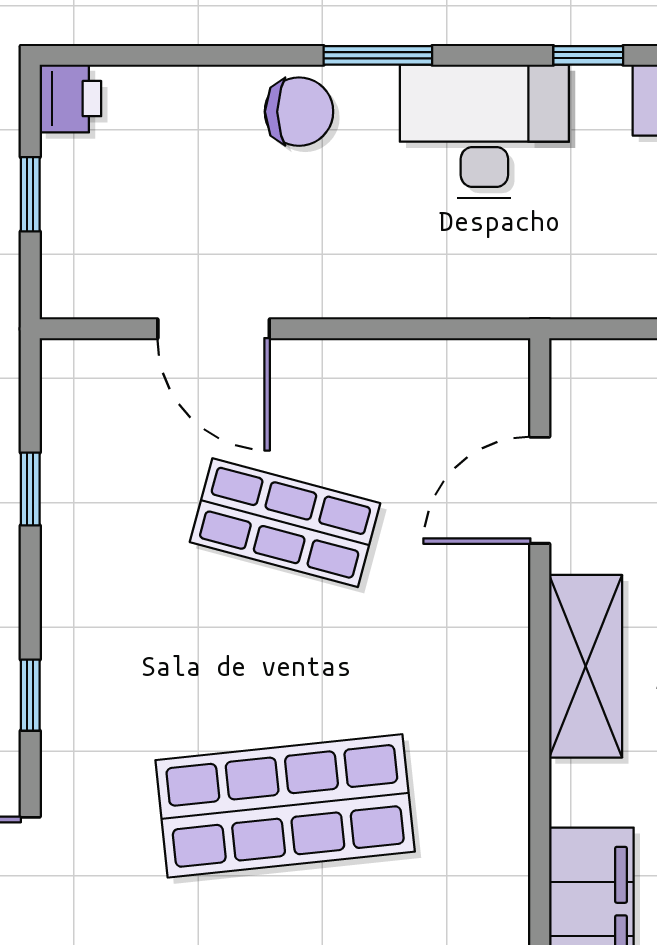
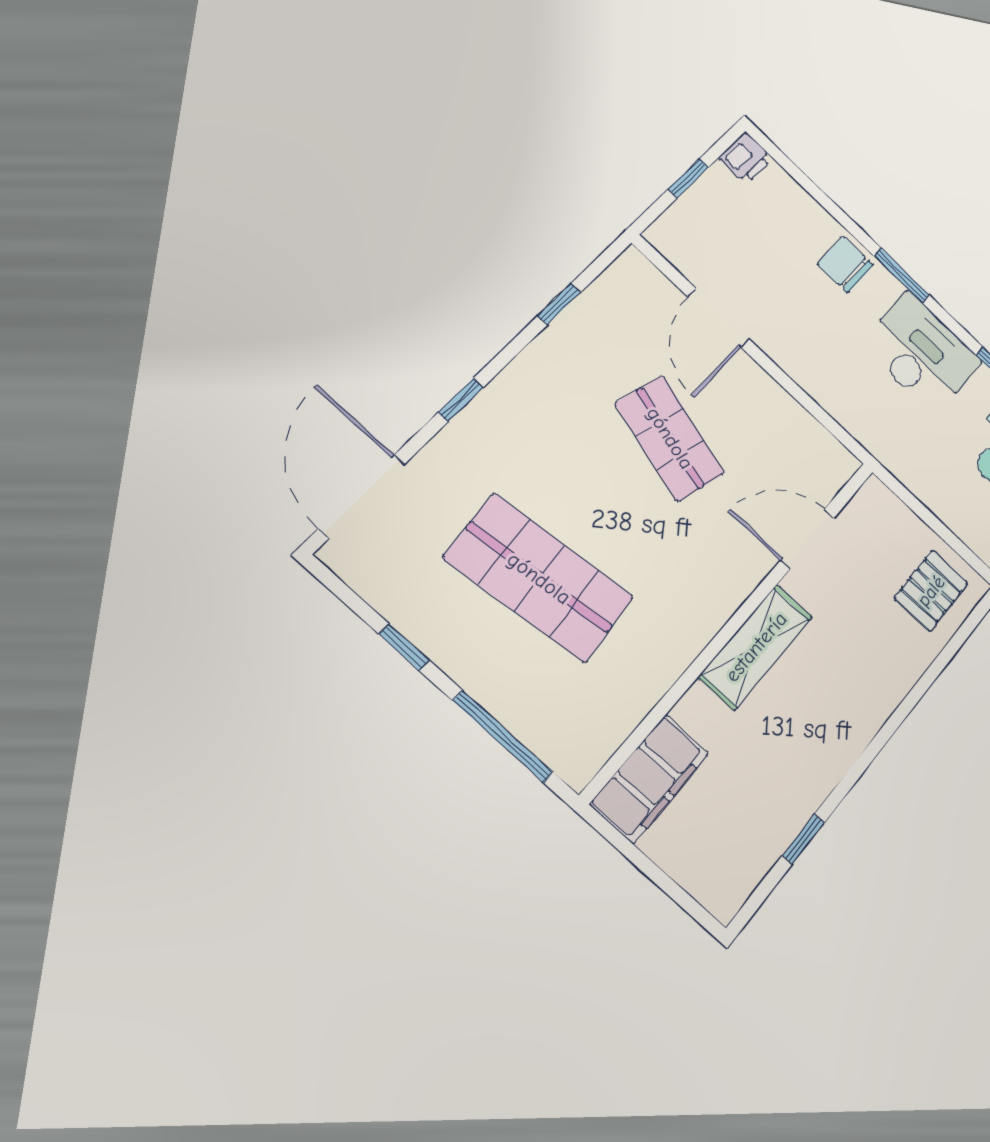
chair: (299, 112) -> (845, 264), turned 180

